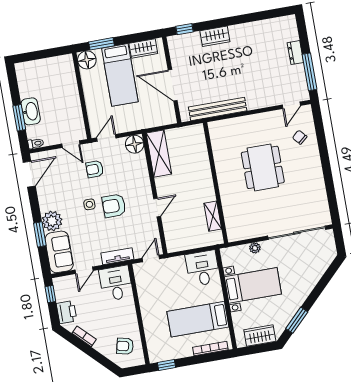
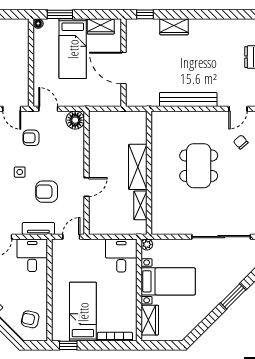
floor lamp: (87, 60) -> (38, 23), width x0.53, depth x0.53
bench: (218, 109) -> (188, 100), moved
door: (106, 138) -> (48, 109), hinge flipped
shelving: (159, 154) -> (138, 167), moved
armchair: (114, 206) -> (47, 192), moved
plant: (255, 248) -> (147, 244), moved
bed: (198, 319) -> (83, 312), moved, turned 90
window: (297, 320) -> (233, 296), moved
wardrobe: (260, 336) -> (150, 320), moved, turned 90

